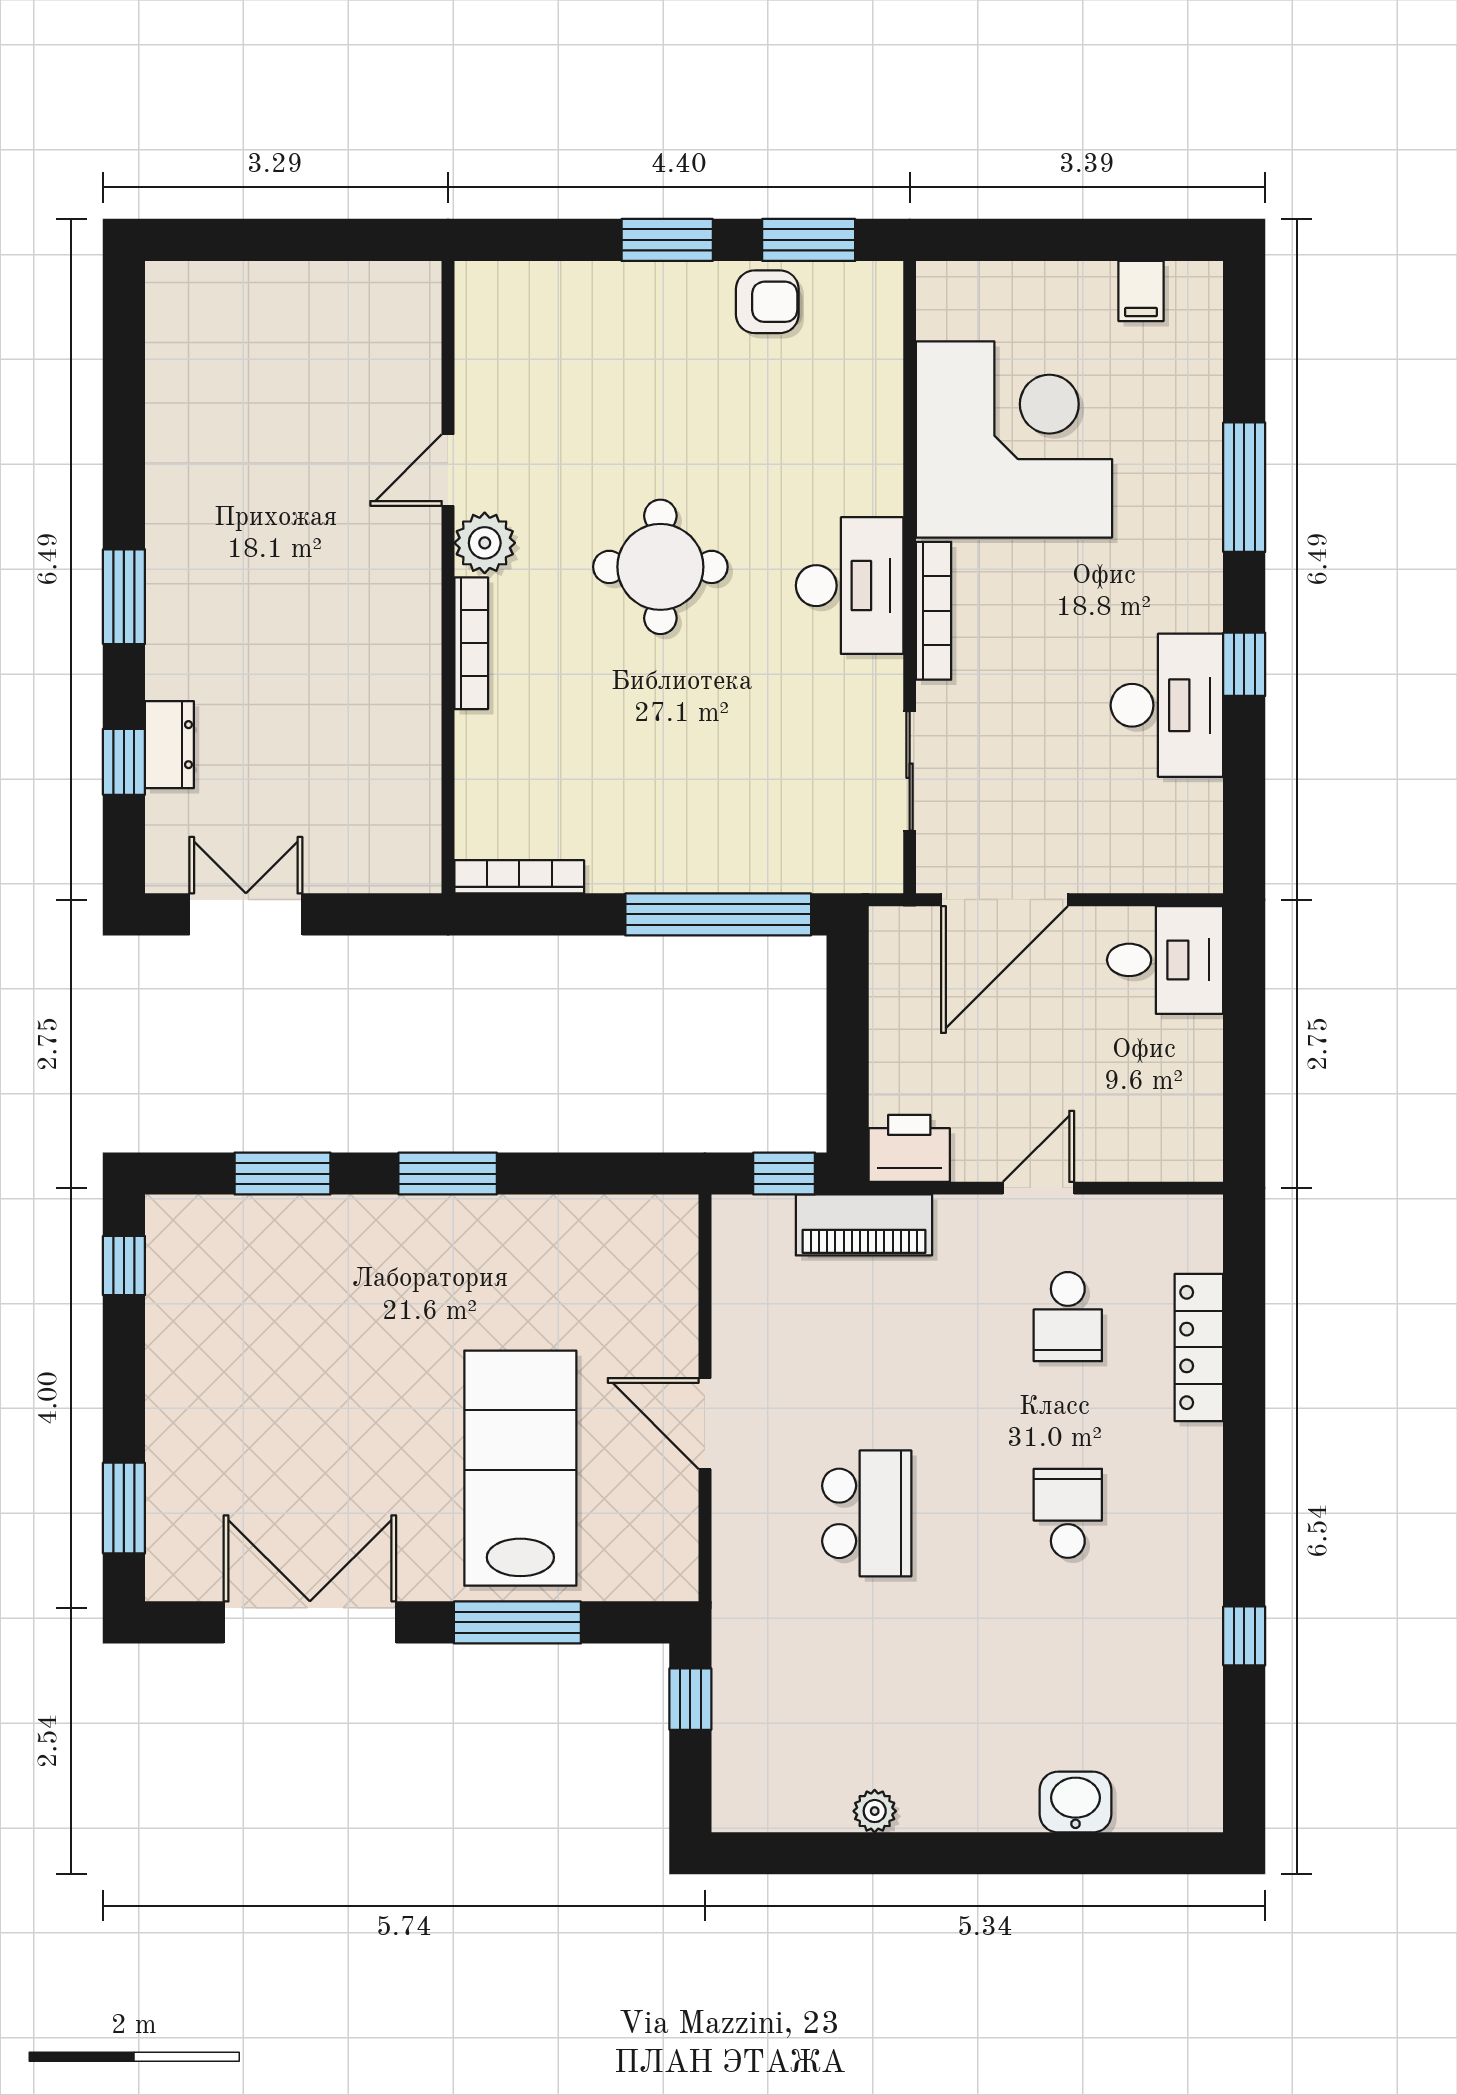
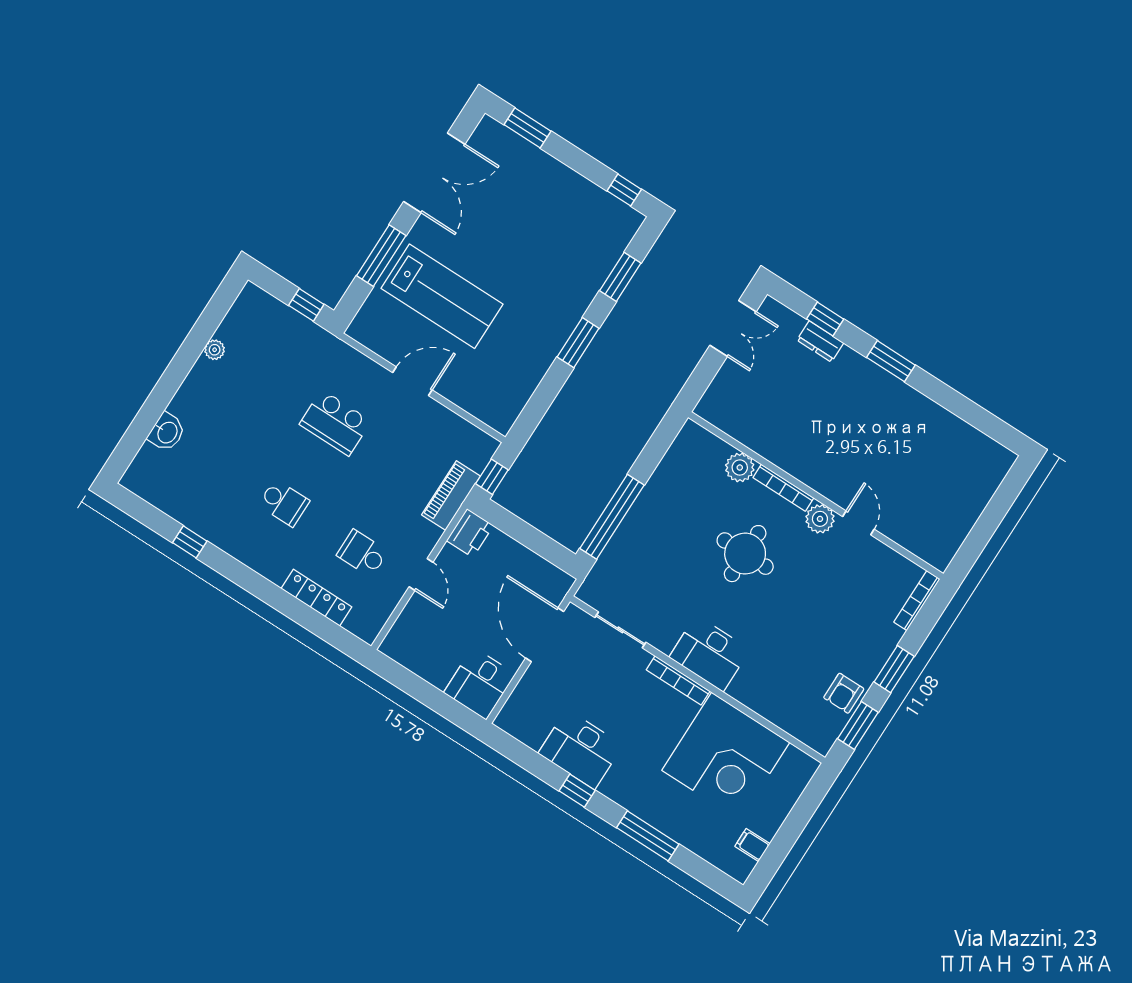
round table: (660, 567) -> (745, 554), moved
plant: (485, 744) -> (740, 468), added
bookcase: (519, 877) -> (917, 601), moved, turned 180

